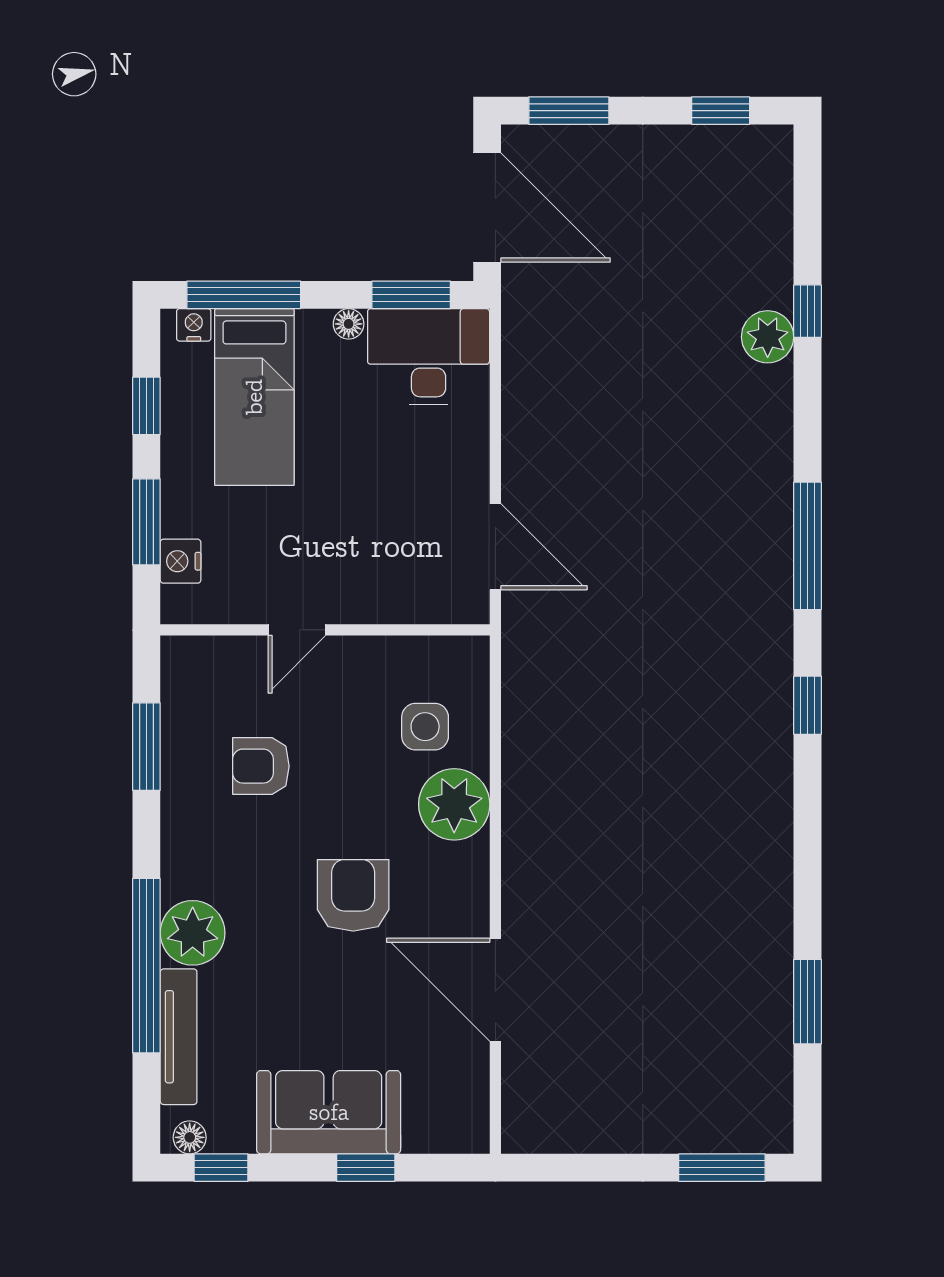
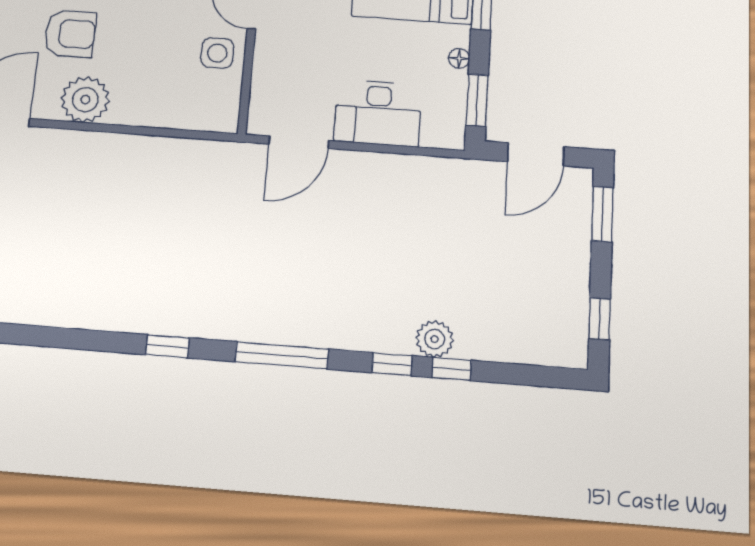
door: (487, 207) -> (536, 154), width x0.73
desk: (429, 357) -> (378, 113), moved, turned 90
window: (807, 393) -> (392, 364), added
side table: (425, 727) -> (217, 53), moved
plant: (454, 804) -> (85, 100), moved

